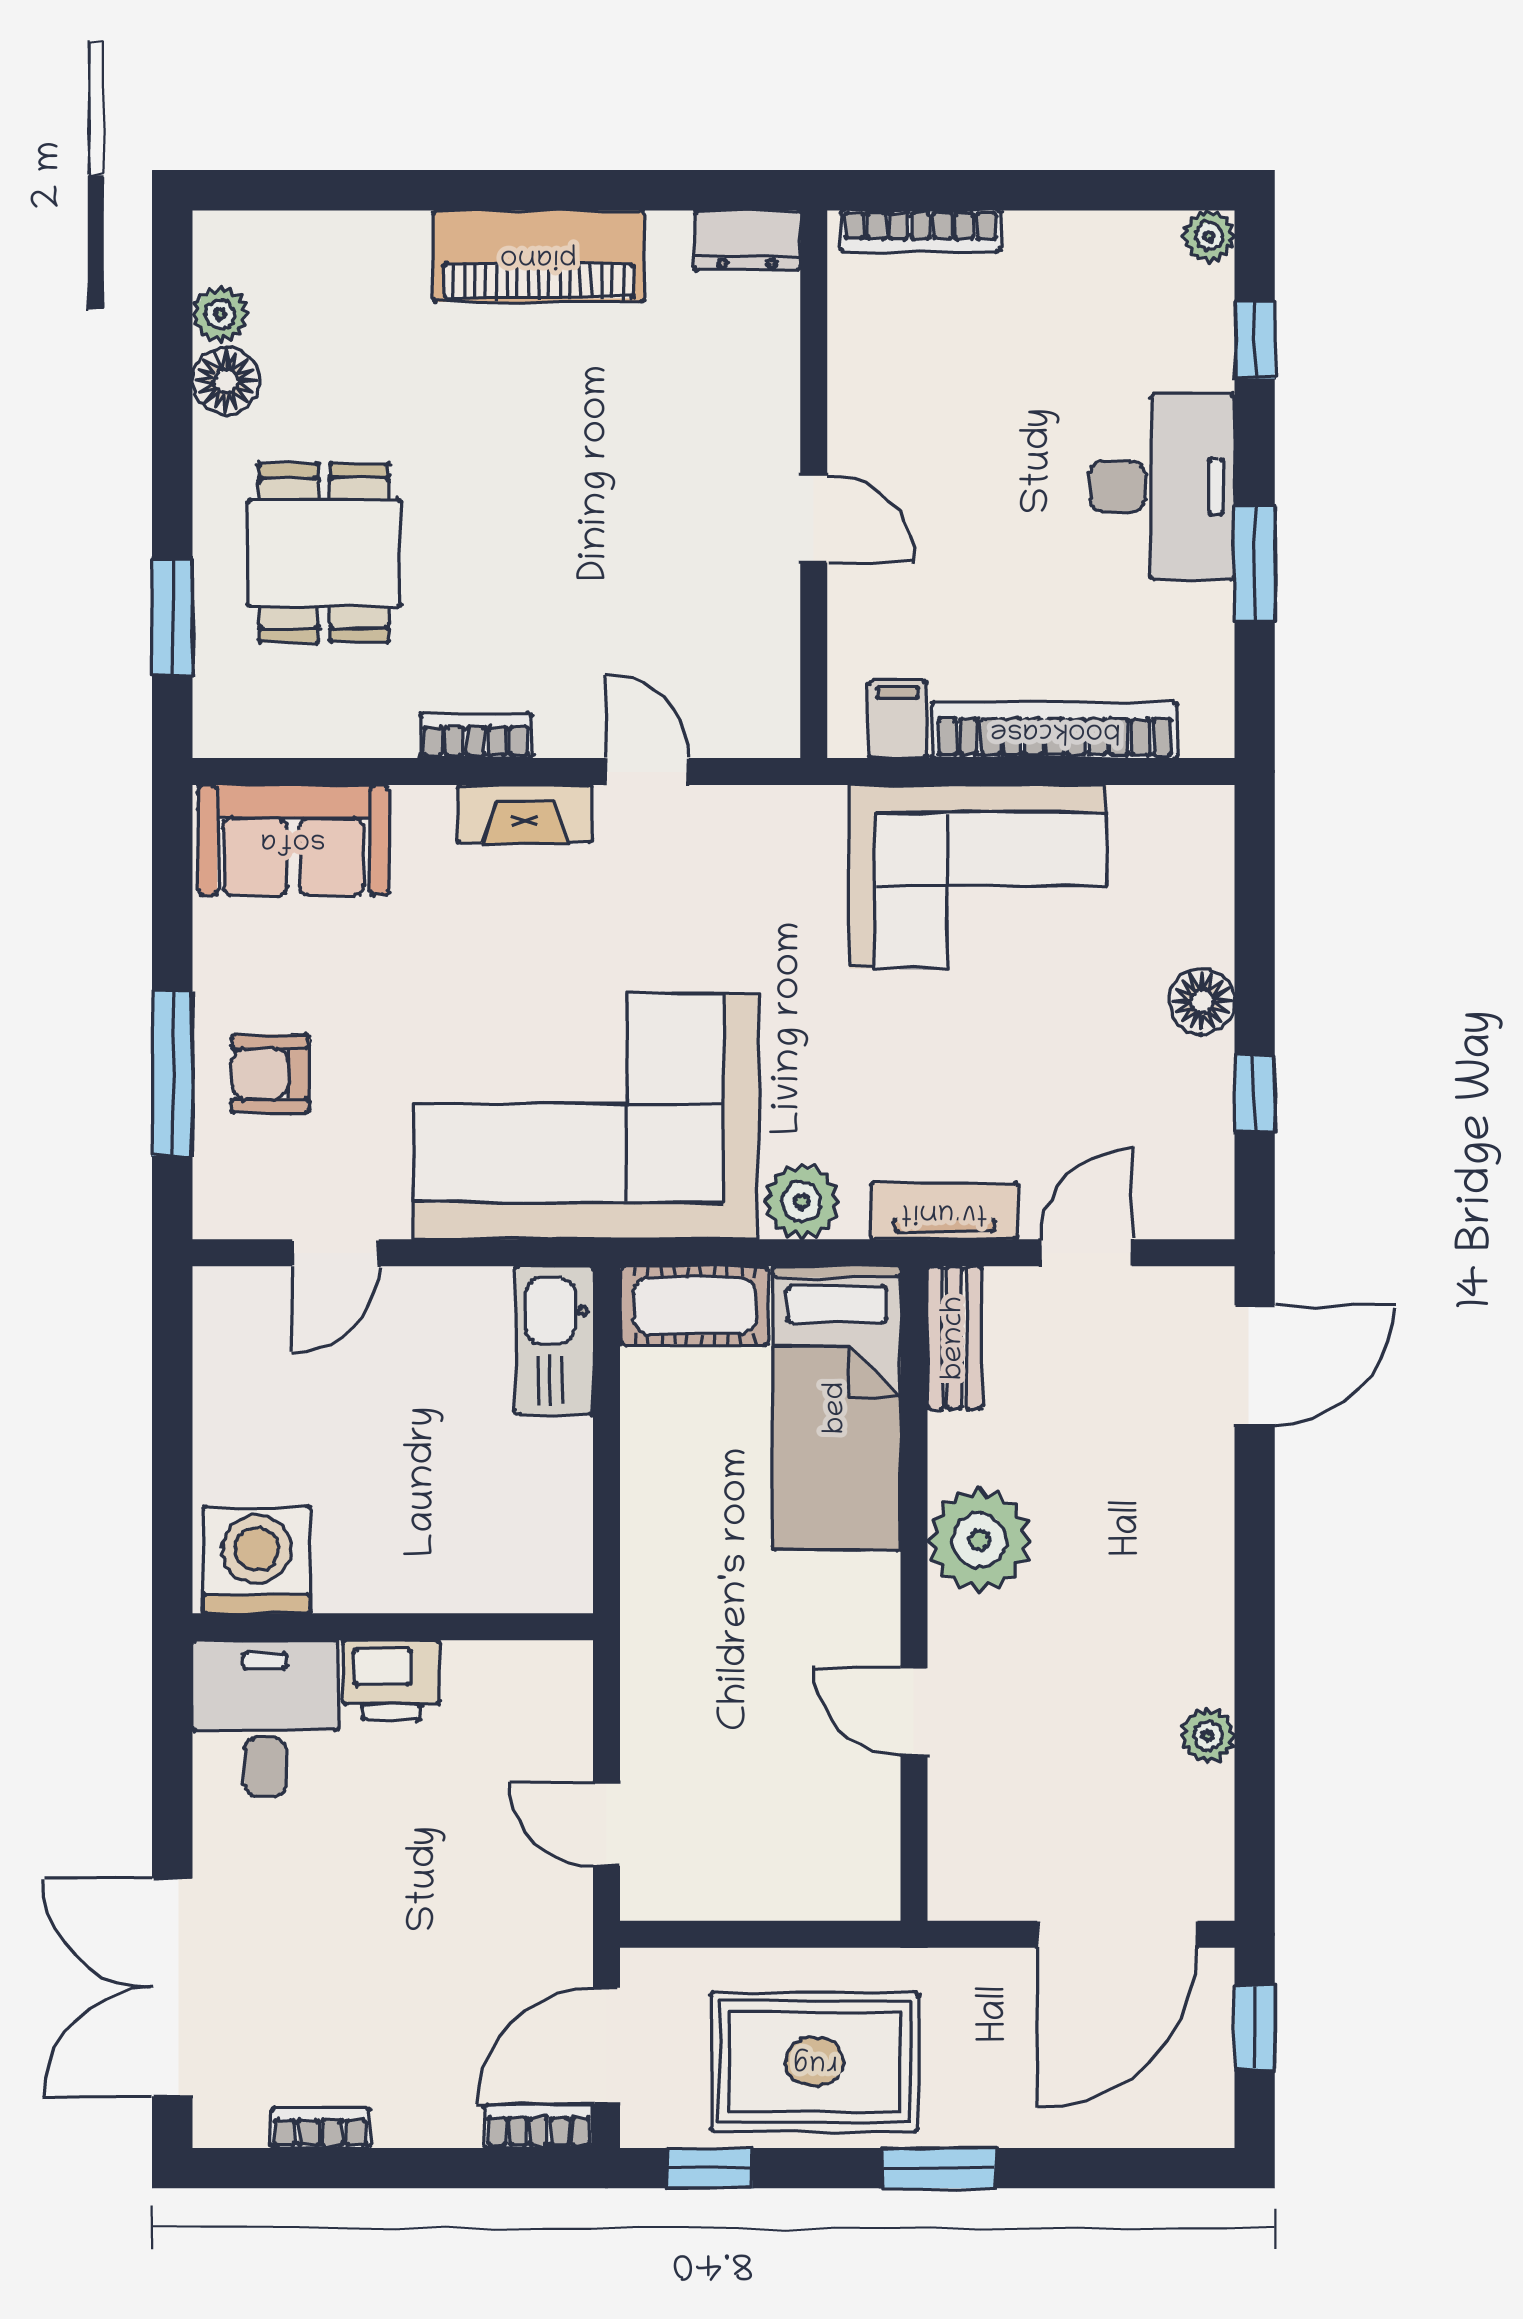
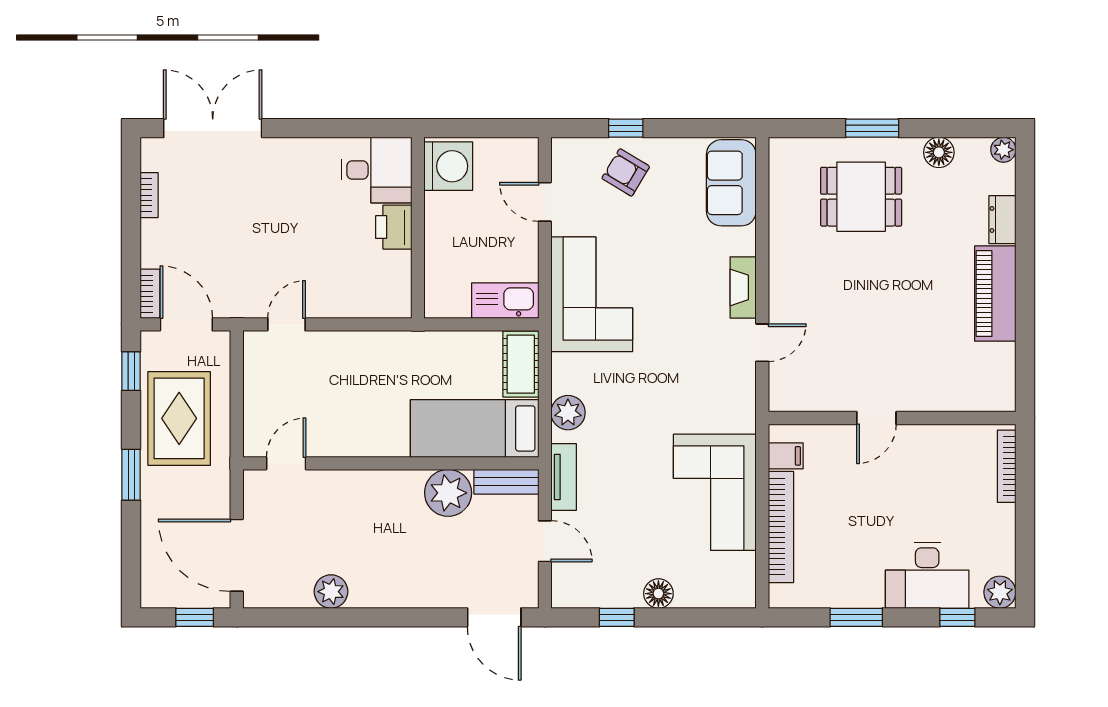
plant: (1209, 236) -> (1000, 592), width x1.38, depth x1.38
dresser: (747, 240) -> (1002, 220), moved
plant: (220, 314) -> (1003, 150), moved
desk: (1162, 487) -> (927, 575), moved
window: (172, 617) -> (872, 128), moved
bookcase: (476, 736) -> (778, 265), removed
window: (172, 1073) -> (626, 128), width x0.46
armchair: (270, 1074) -> (626, 172), turned -59
corner sofa: (586, 1116) -> (592, 294), width x0.73, depth x0.74
plant: (979, 1540) -> (448, 493), moved
washing machine: (257, 1560) -> (448, 166), moved
wall: (393, 1627) -> (418, 228), moved
printer: (391, 1680) -> (394, 227), moved
door: (914, 1712) -> (286, 463), moved
desk: (265, 1719) -> (377, 170), moved
plant: (1208, 1736) -> (331, 592), width x1.38, depth x1.38

